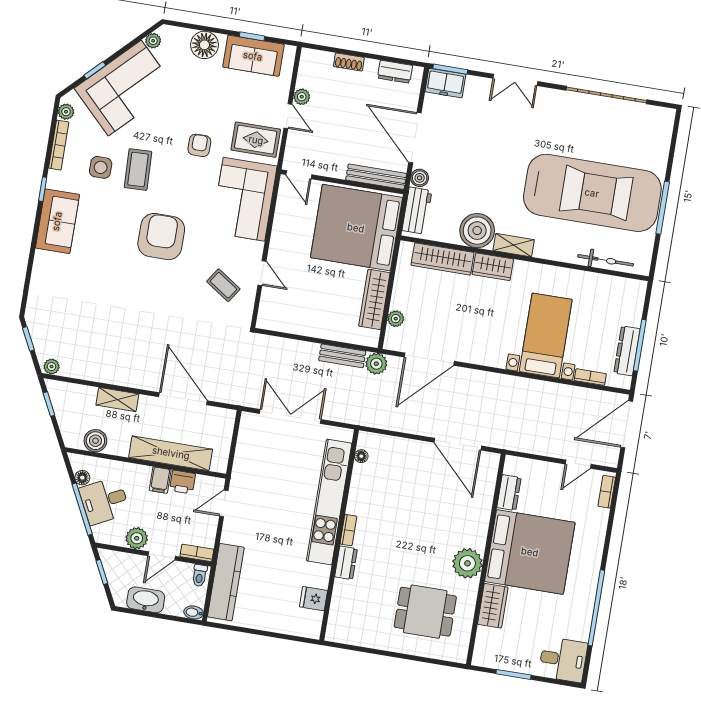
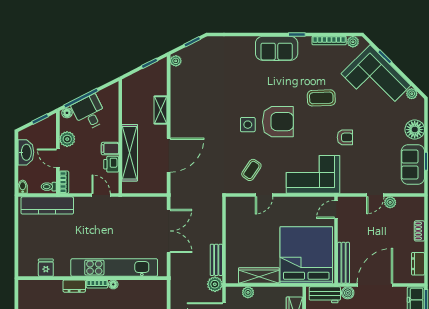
rug: (256, 140) -> (355, 176), removed
side table: (101, 167) -> (248, 125), moved
boiler: (95, 441) -> (130, 100), removed
floor lamp: (361, 456) -> (113, 284), moved
floor lamp: (82, 478) -> (67, 113), moved

